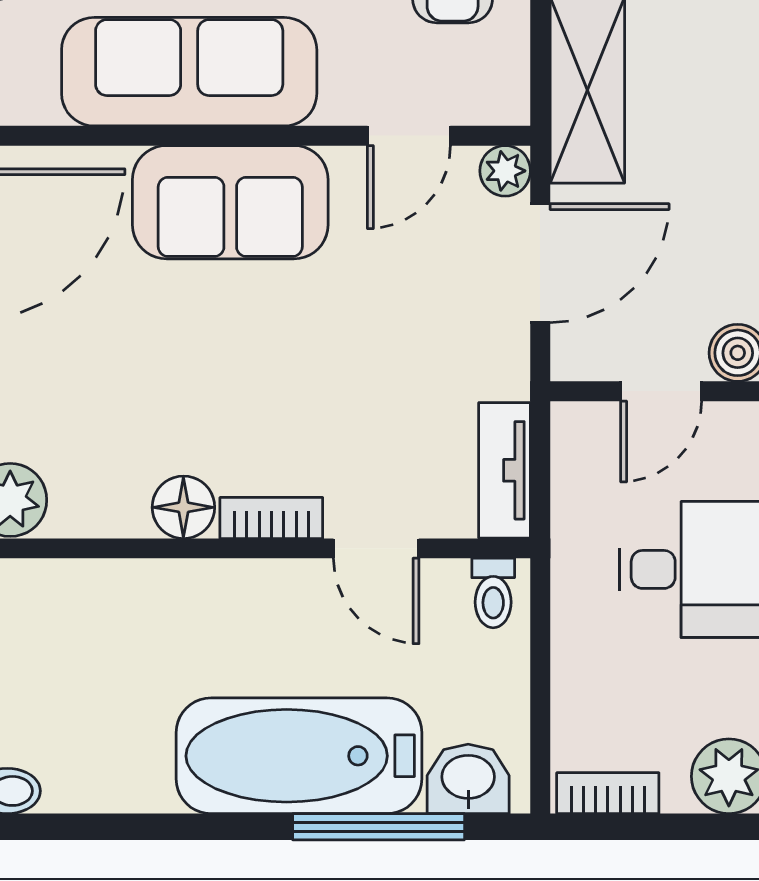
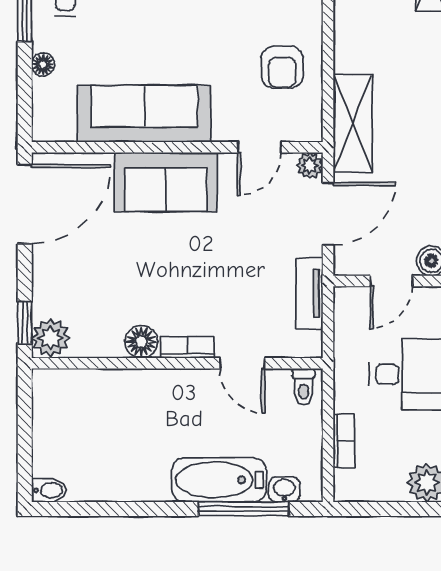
tv unit: (505, 470) -> (309, 293), moved
bathtub: (299, 756) -> (219, 480), width x0.73, depth x0.73
washbasin: (468, 779) -> (284, 489), width x0.72, depth x0.69
bookcase: (608, 793) -> (344, 441), moved, turned 90

